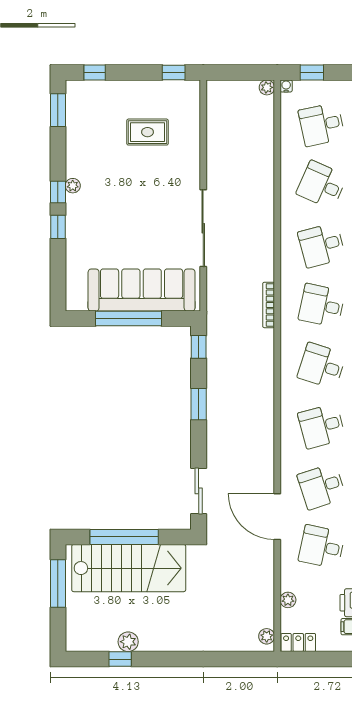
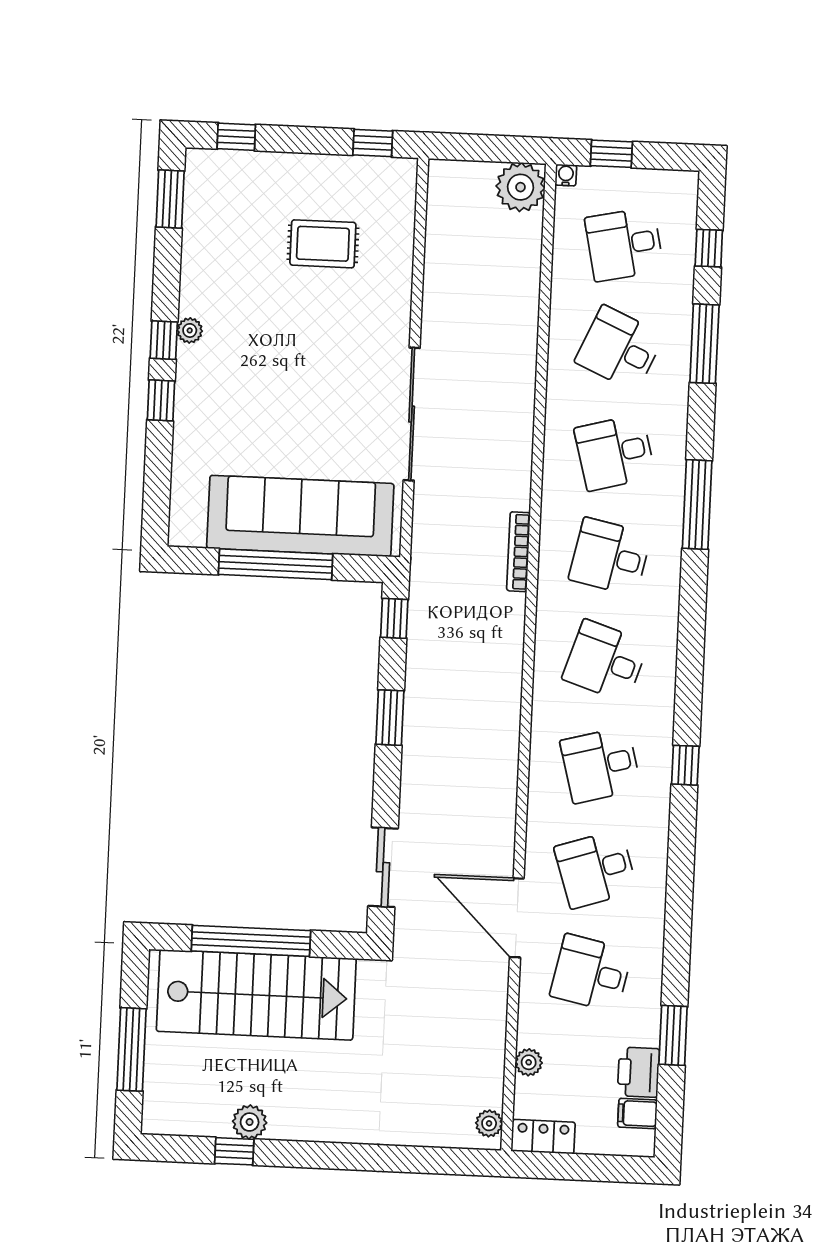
plant: (267, 87) -> (520, 187), width x1.87, depth x1.87
window: (58, 583) -> (131, 1049), moved

